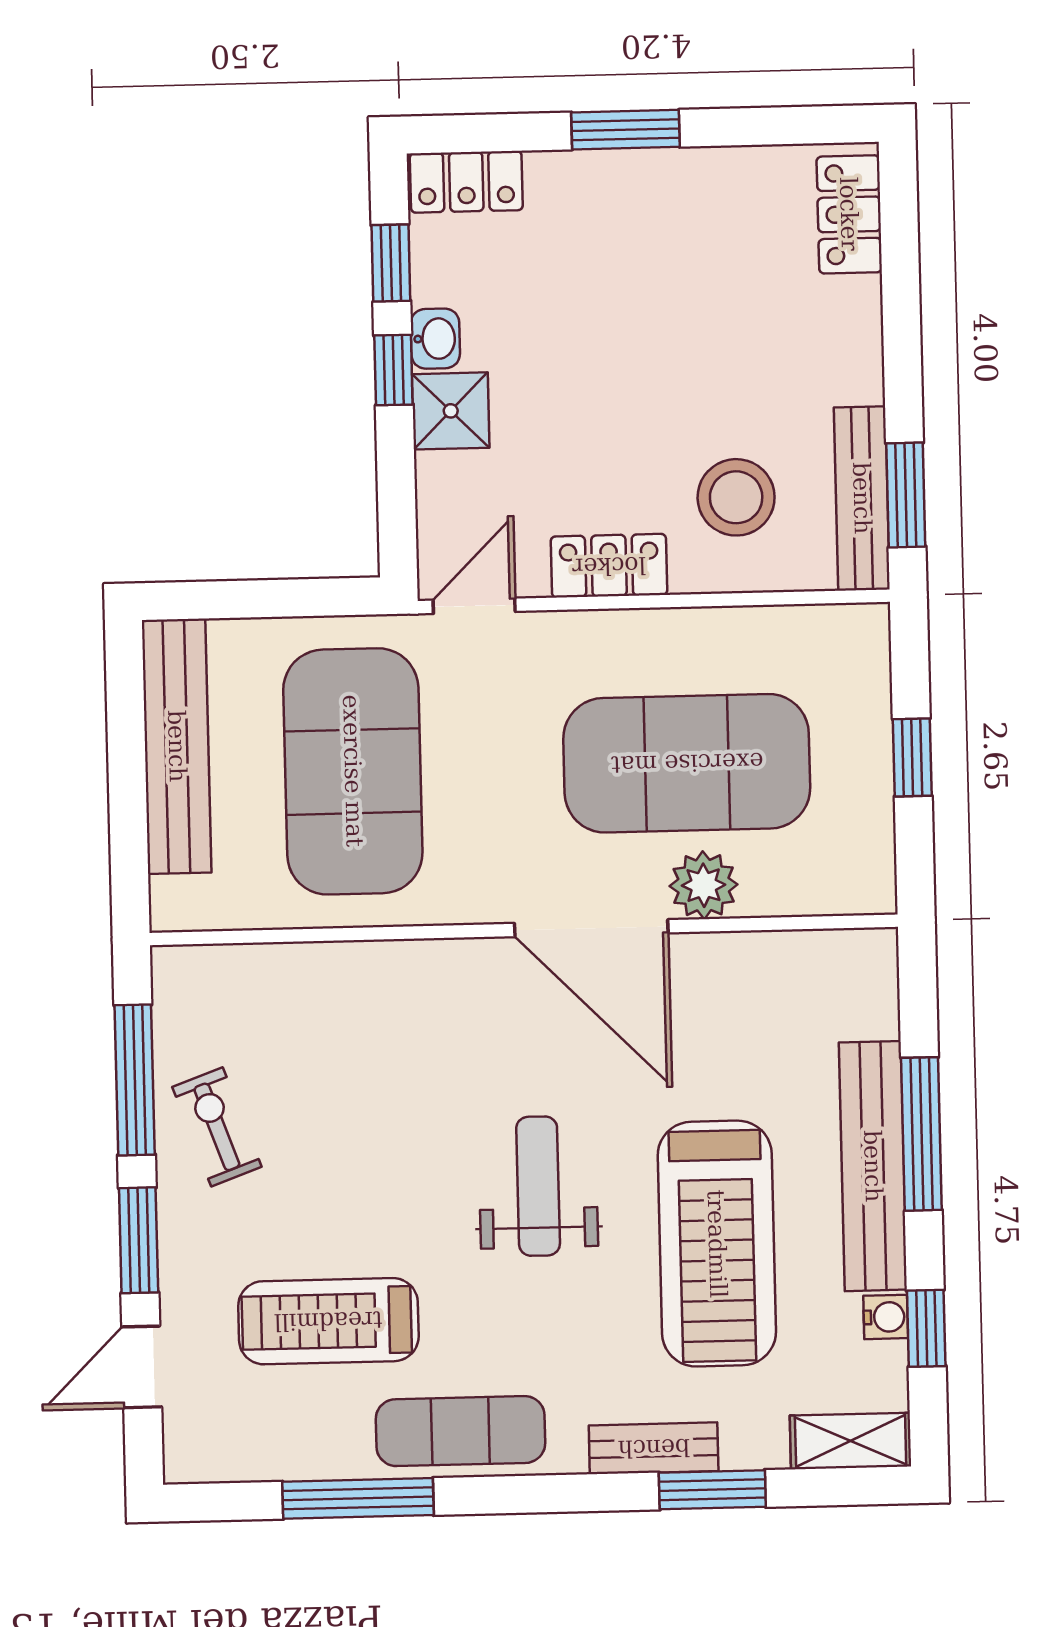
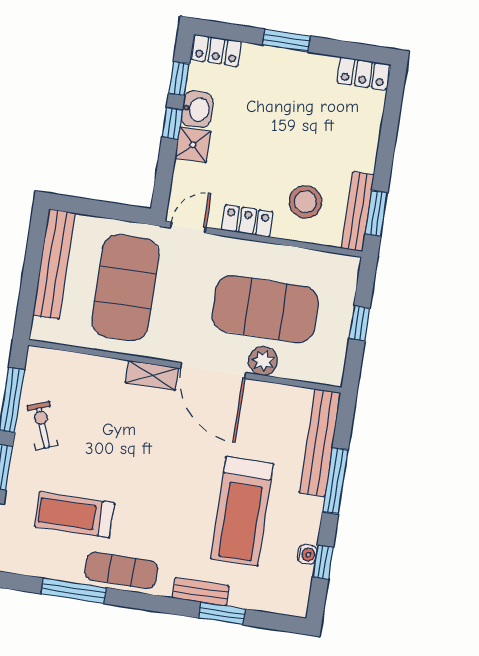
locker: (849, 214) -> (363, 73), moved, turned -90
washbasin: (435, 339) -> (197, 109), width x1.38, depth x1.45
bench: (873, 1166) -> (320, 443), moved
weight bench: (538, 1186) -> (172, 474), removed
shelving: (851, 1441) -> (152, 375), moved

